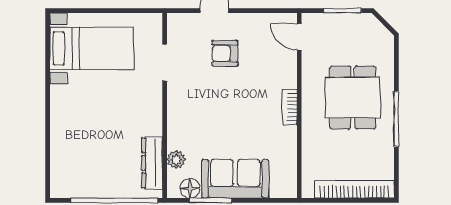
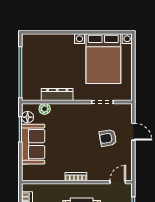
bed with nightstands: (92, 48) -> (103, 59), width x1.36
armchair: (225, 53) -> (108, 138), turned -100
dresser: (152, 163) -> (57, 95), moved

